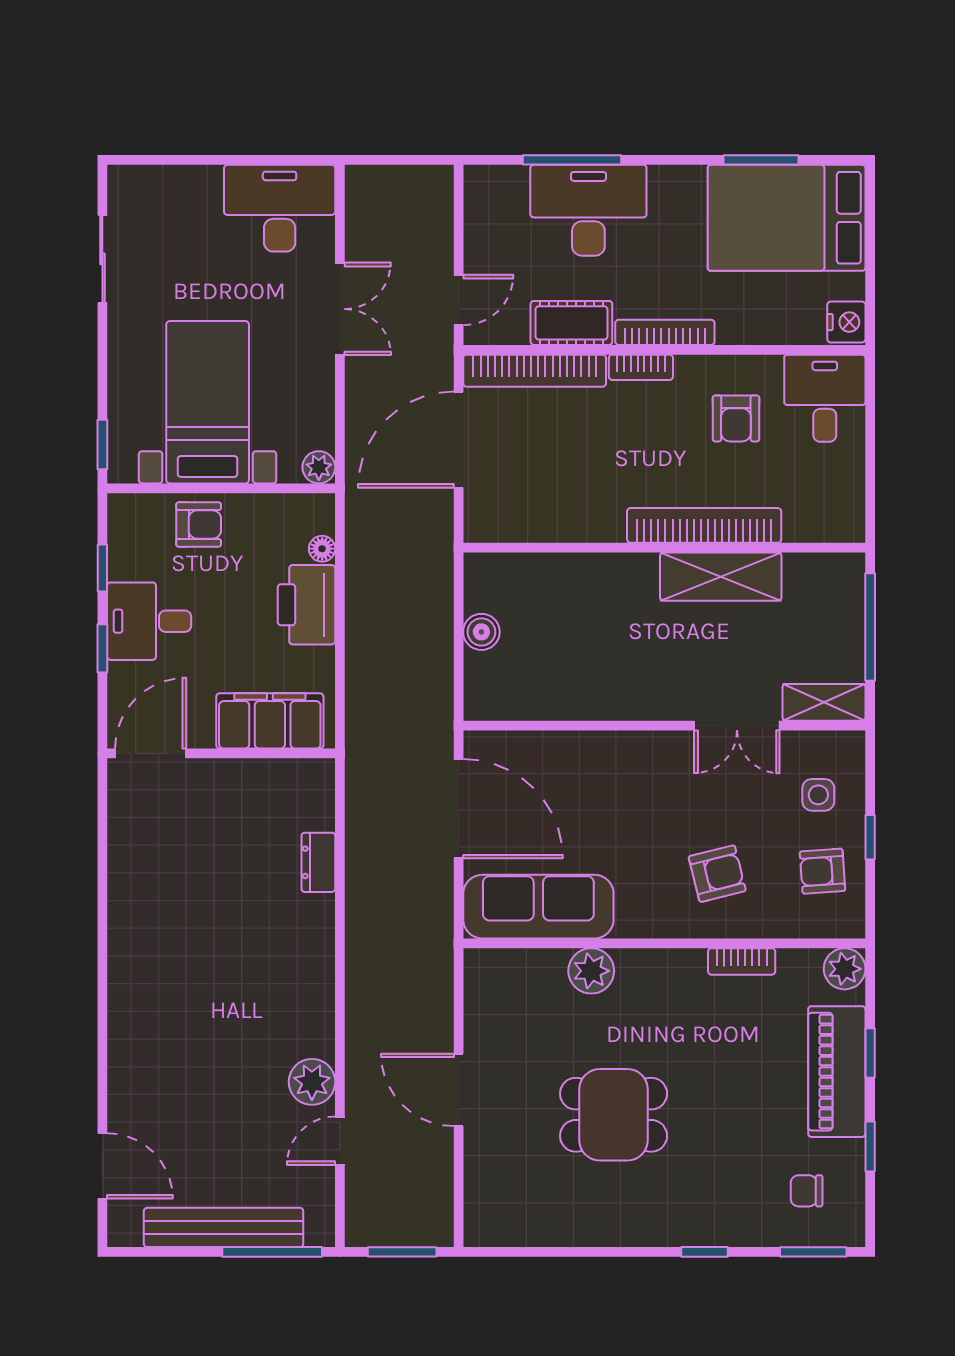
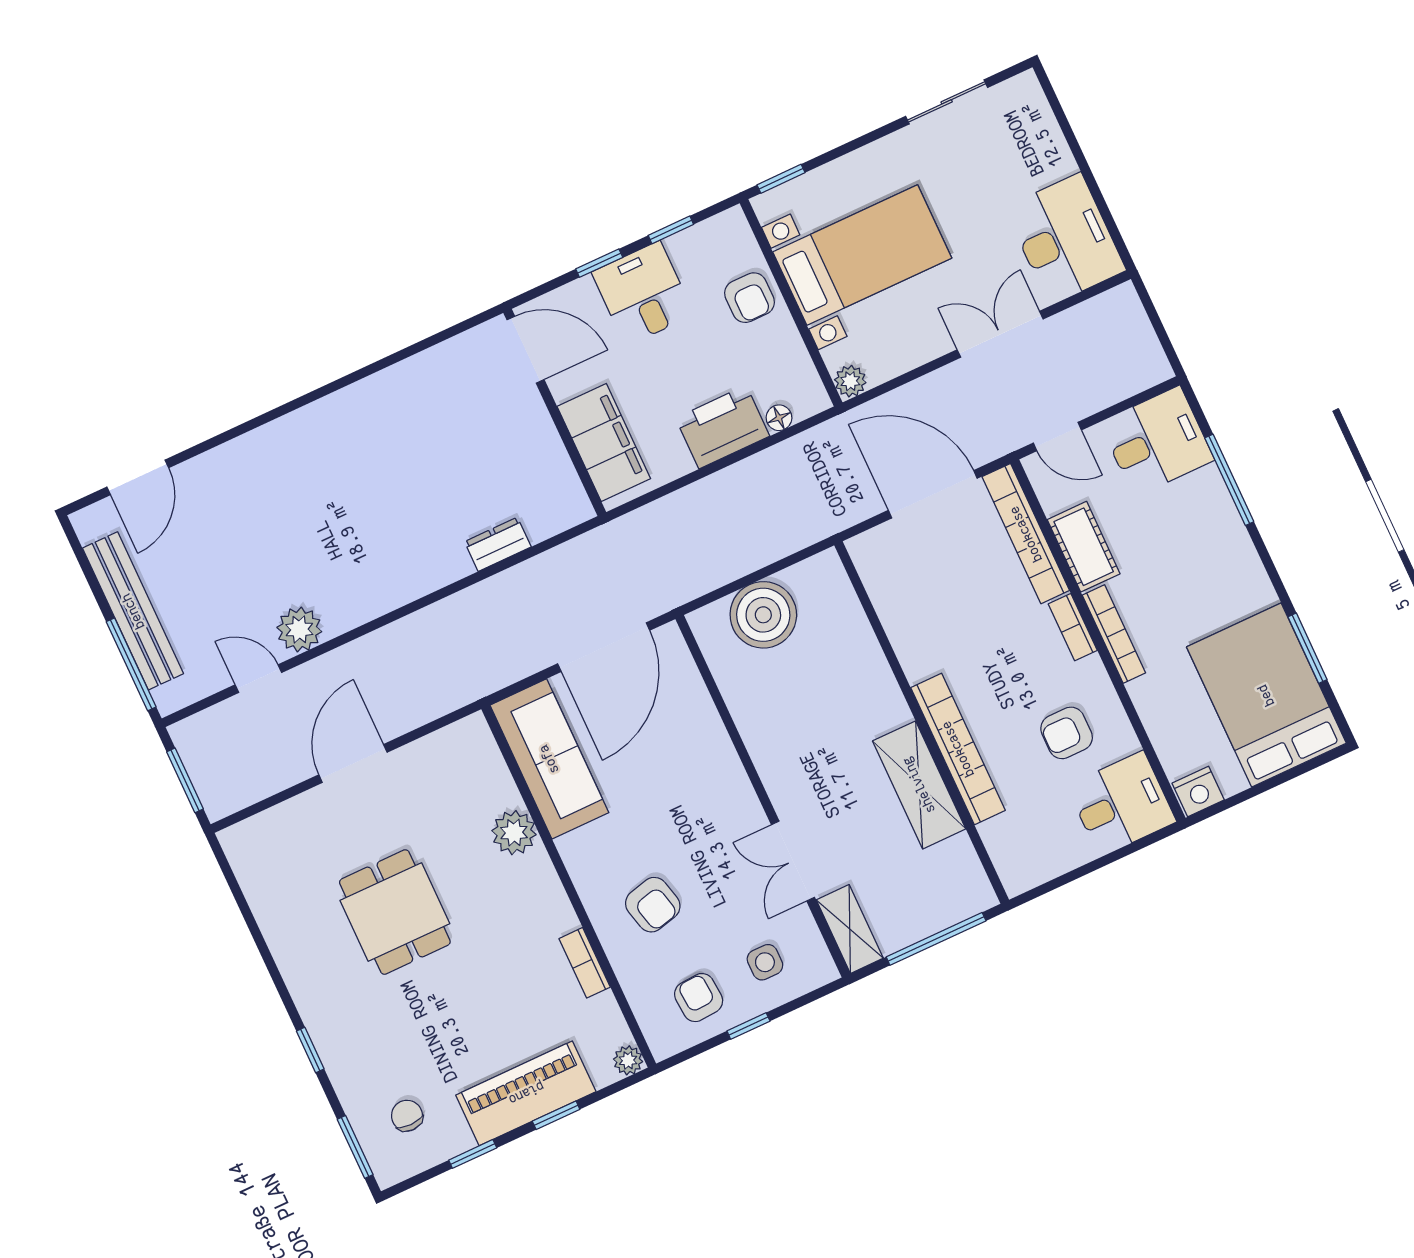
desk: (588, 210) -> (1157, 441), moved, width x0.73
double door: (340, 309) -> (1000, 334), swing flipped
boiler: (481, 632) -> (763, 615), width x1.86, depth x1.86
plant: (845, 969) -> (628, 1060), width x0.73, depth x0.73

